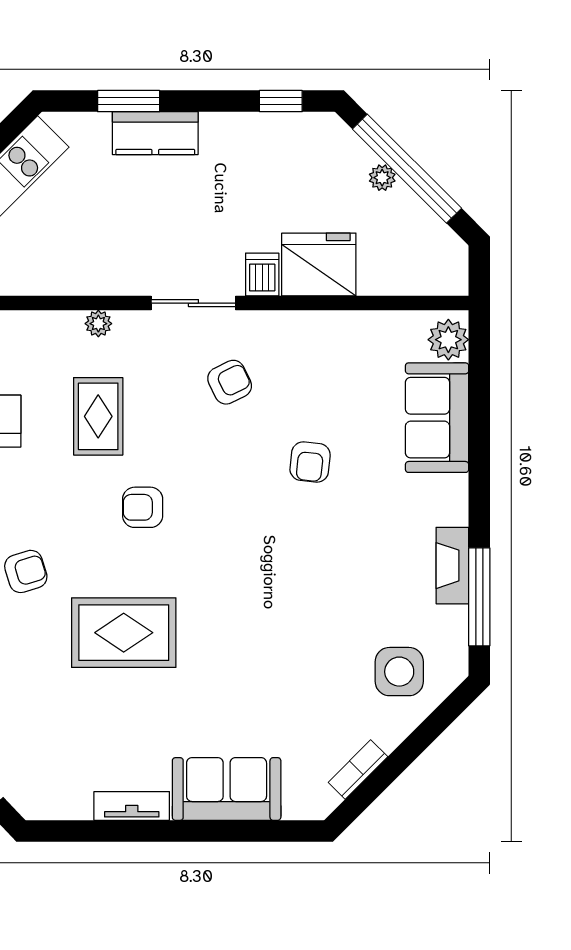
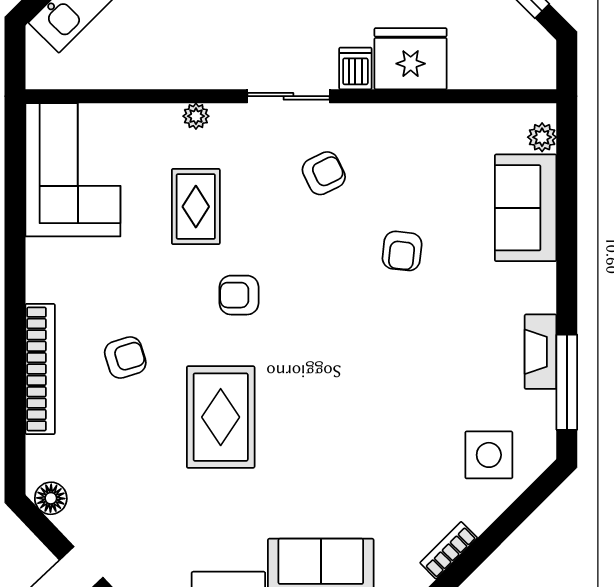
plant: (448, 340) -> (542, 137), width x0.73, depth x0.73
rug: (124, 633) -> (221, 417), turned 90

